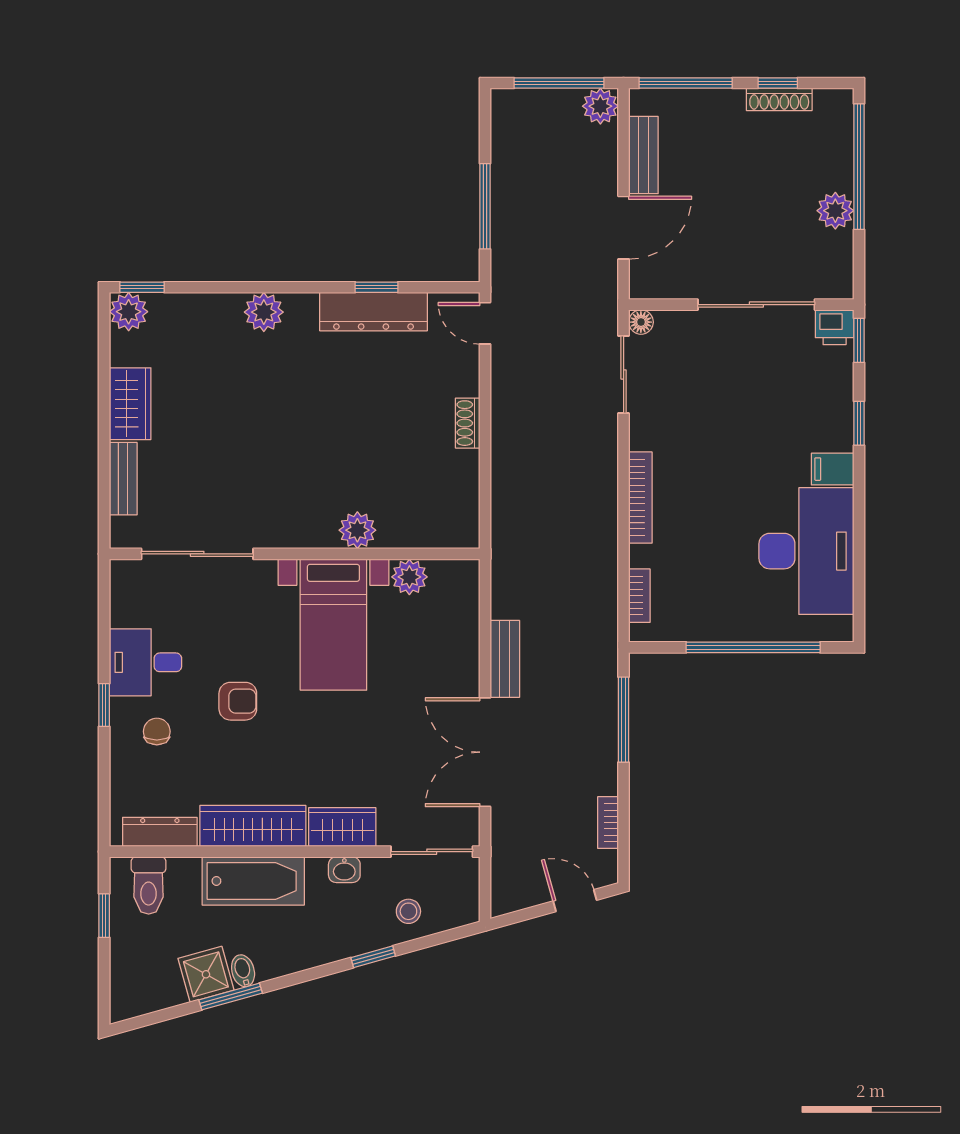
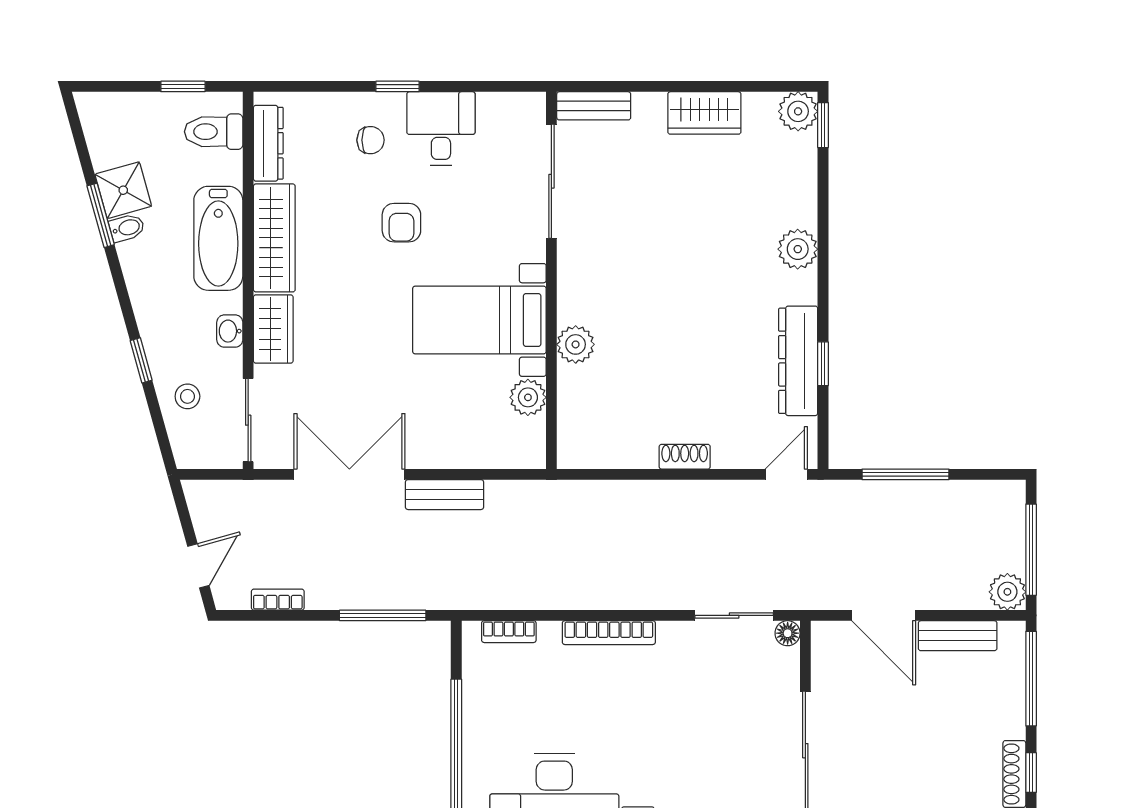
bench: (123, 479) -> (594, 106), moved

